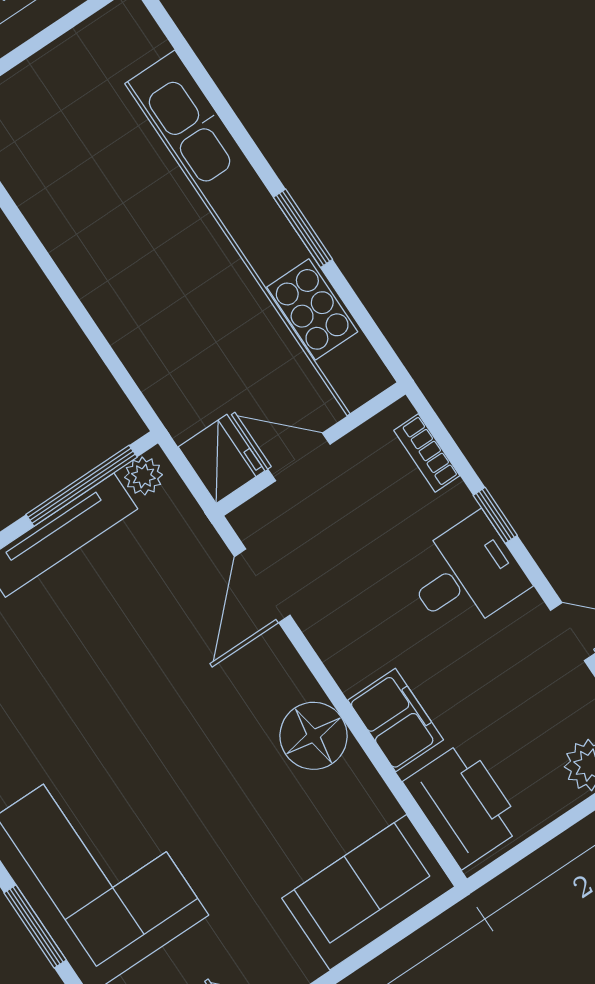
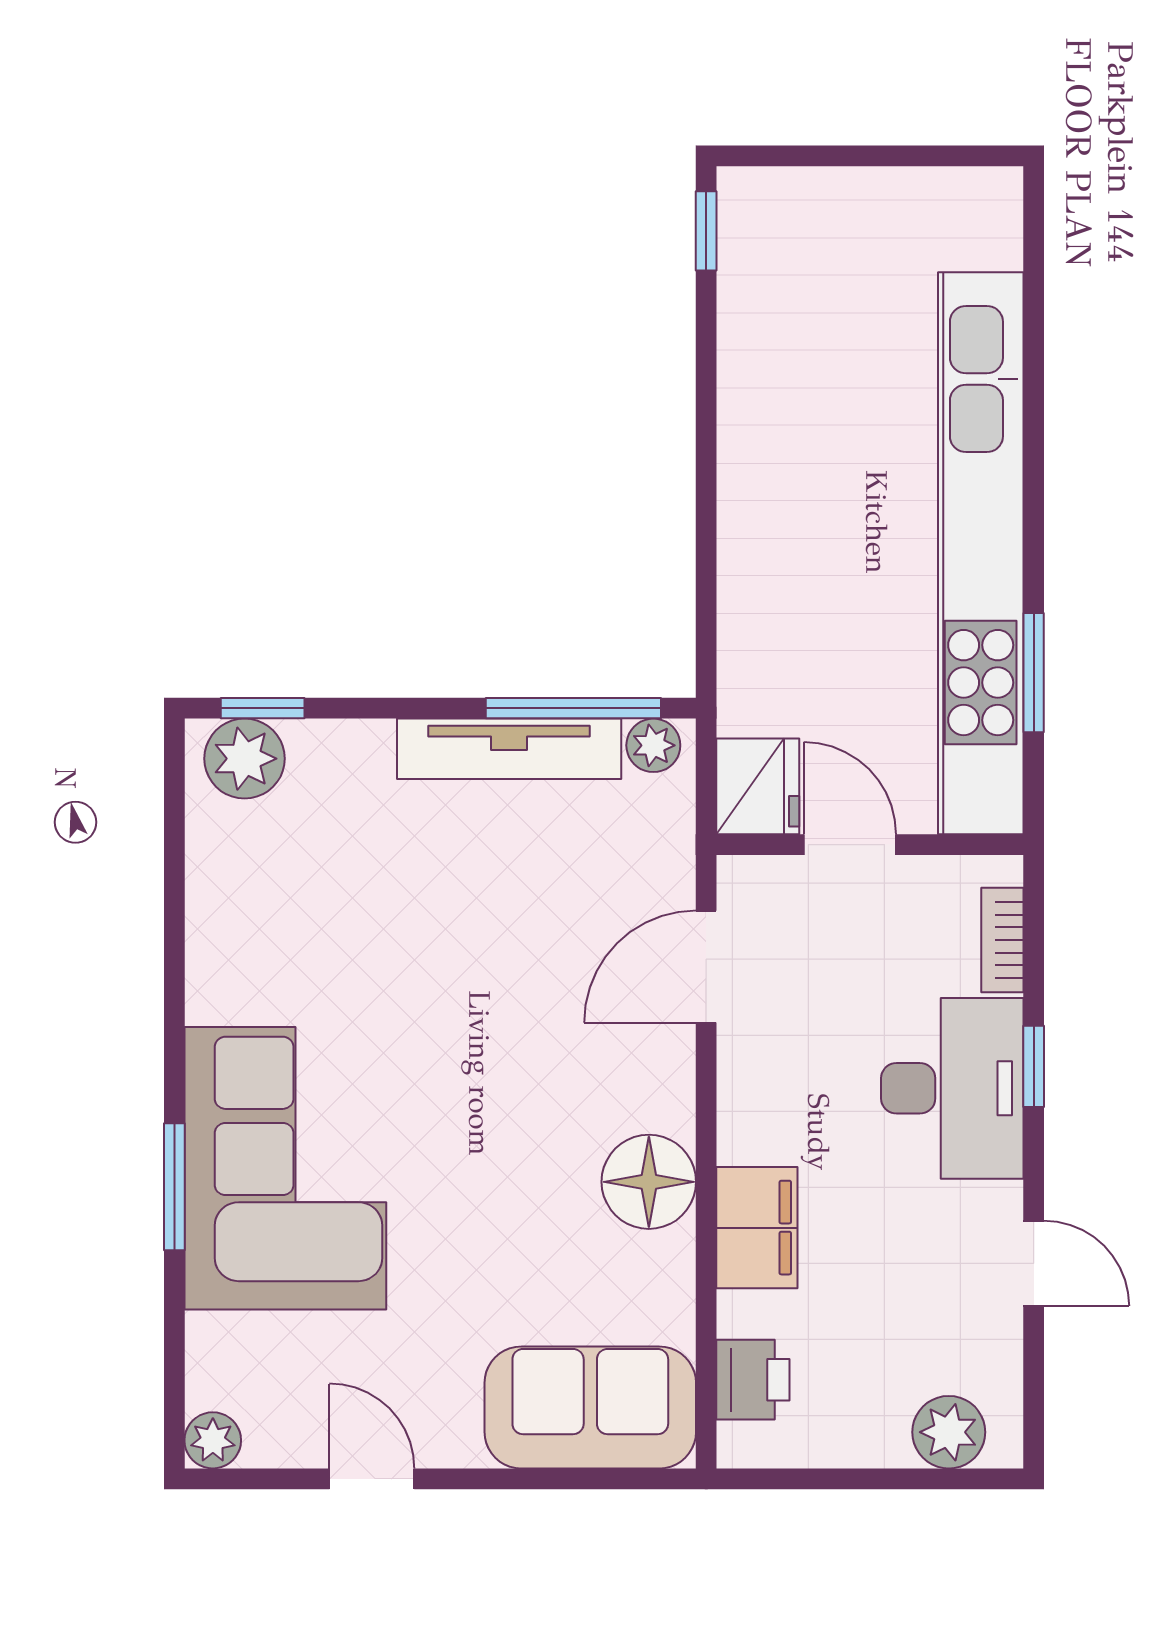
window: (303, 228) -> (1034, 673), moved
desk: (466, 575) -> (952, 1088), width x1.37
printer: (464, 805) -> (753, 1380), width x0.53, depth x0.68

